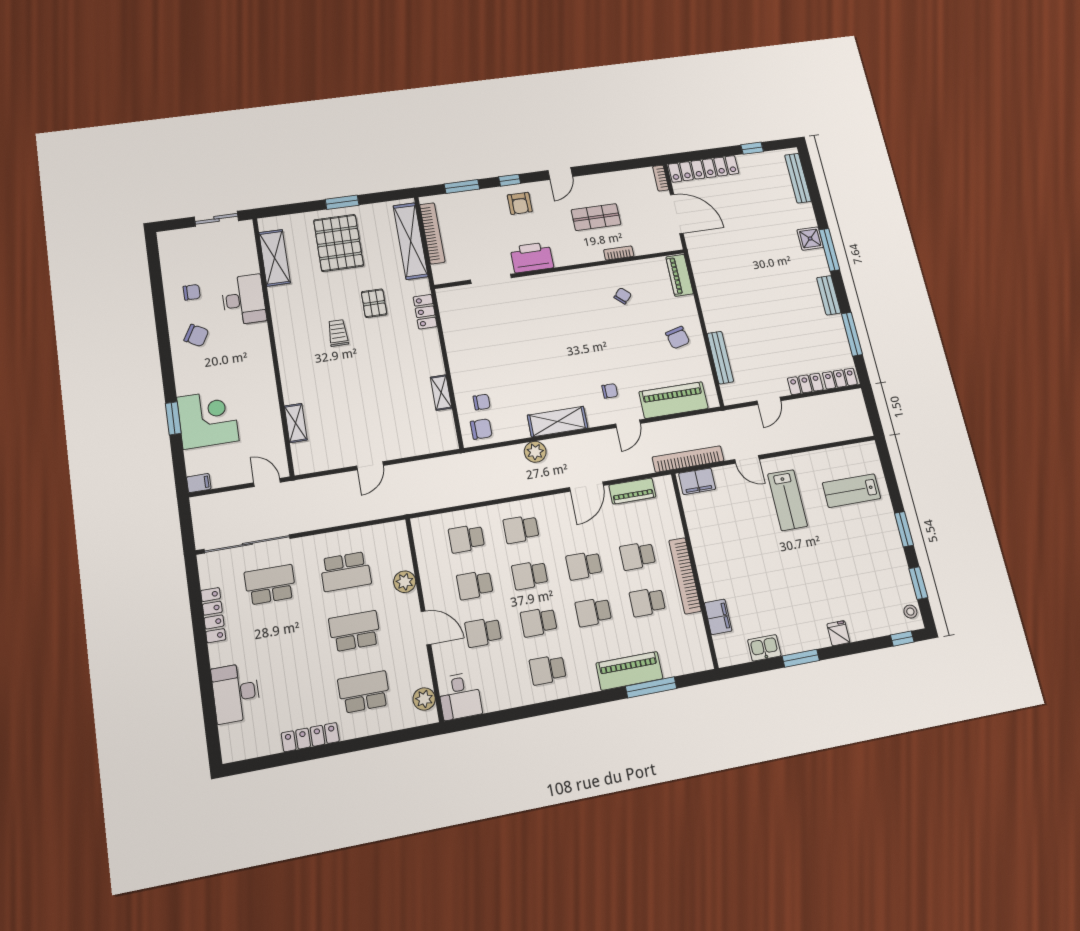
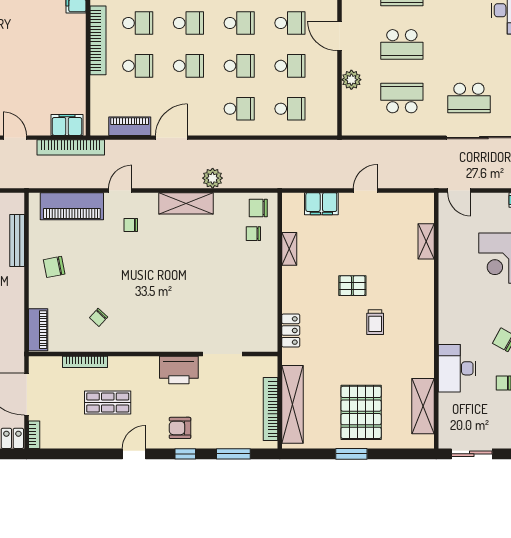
armchair: (520, 203) -> (180, 428), turned -90
bookcase: (619, 253) -> (85, 362), width x1.56
pallet: (374, 303) -> (352, 286), moved, turned 90
chair: (678, 338) -> (54, 267), turned -87
filing cabinet: (415, 444) -> (321, 204), added

